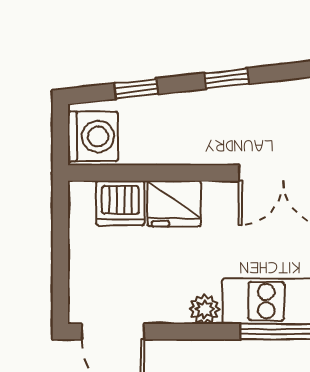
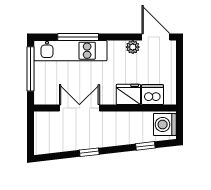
window: (227, 78) -> (89, 152), moved
plant: (204, 309) -> (133, 47), moved

